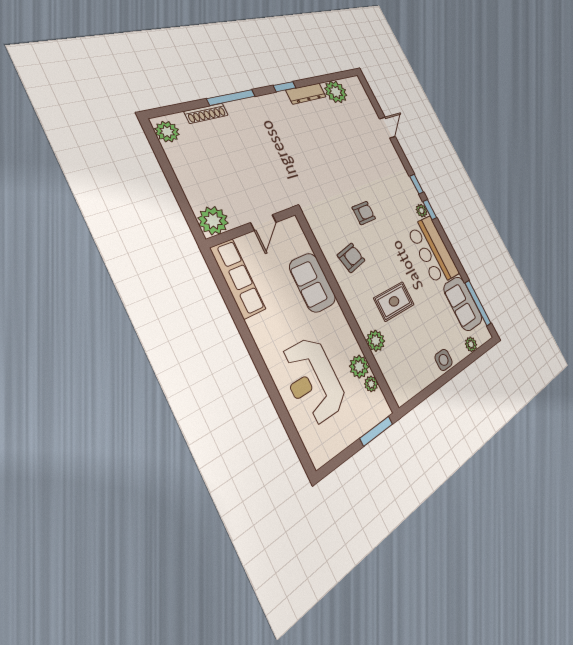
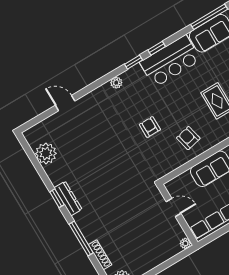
dresser: (306, 94) -> (68, 198), moved
window: (417, 184) -> (157, 48), moved
plant: (422, 211) -> (116, 83), moved
plant: (213, 221) -> (185, 243), width x0.53, depth x0.53

